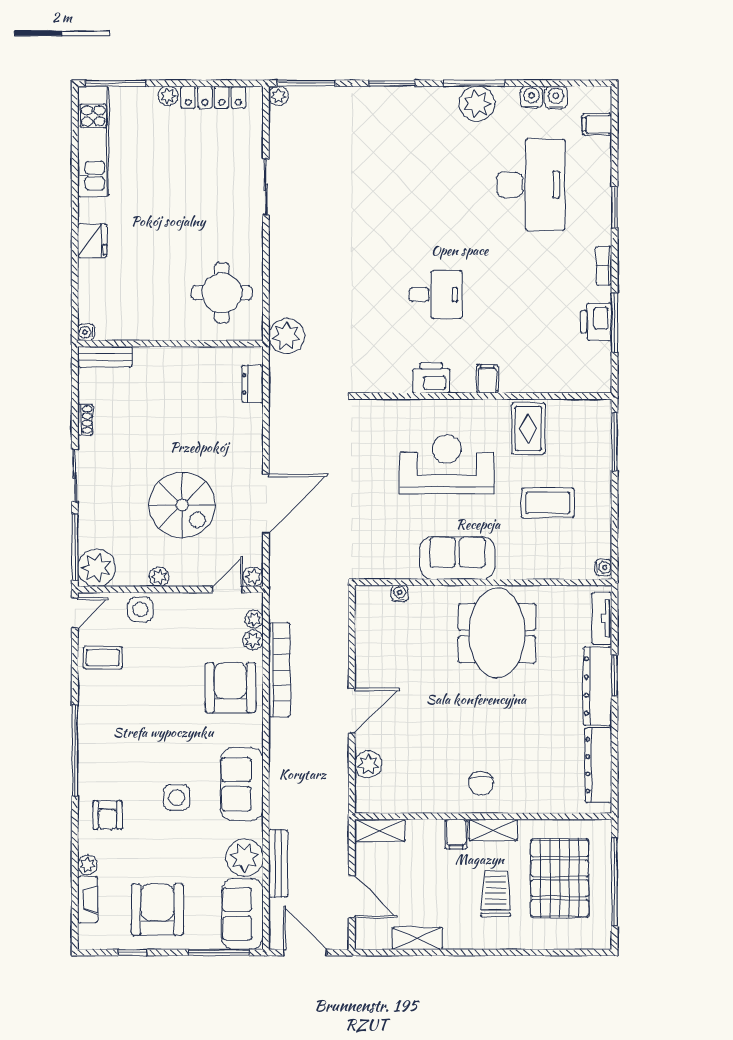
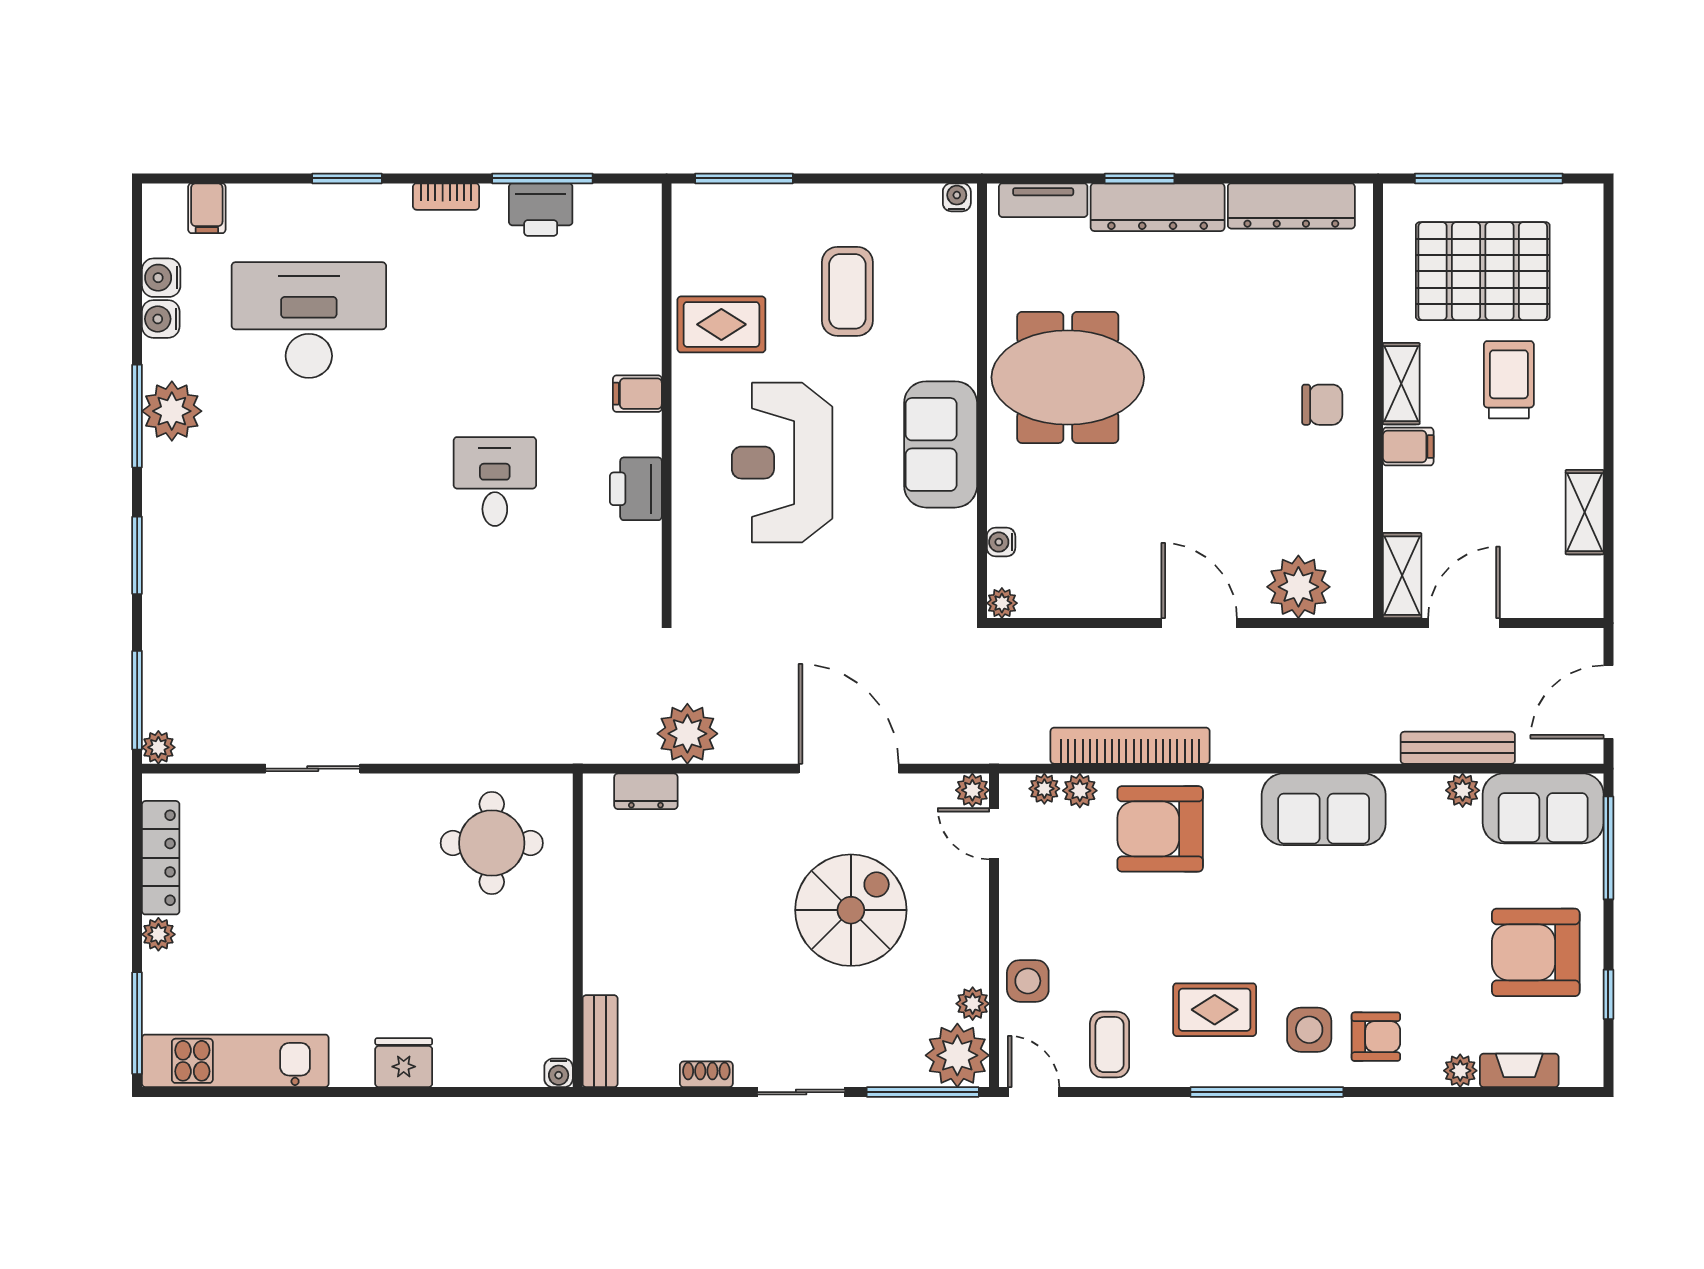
plant: (287, 336) -> (687, 734), moved
plant: (159, 577) -> (973, 1004), moved
plant: (364, 594) -> (1002, 603), added
rug: (123, 720) -> (1215, 1010), added
plant: (368, 764) -> (1298, 587), width x1.36, depth x1.36
side table: (177, 798) -> (1309, 1030), moved
plant: (244, 858) -> (1463, 790), width x0.53, depth x0.53
trolley: (496, 894) -> (1509, 380), turned 90
door: (352, 897) -> (1464, 623), moved

